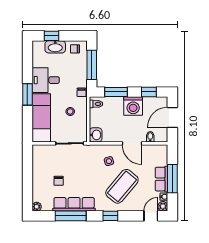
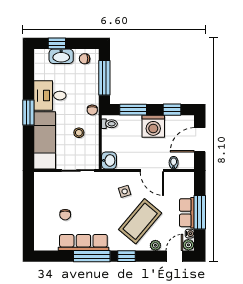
plant: (37, 207) -> (155, 245), moved
window: (71, 216) -> (92, 256), moved

